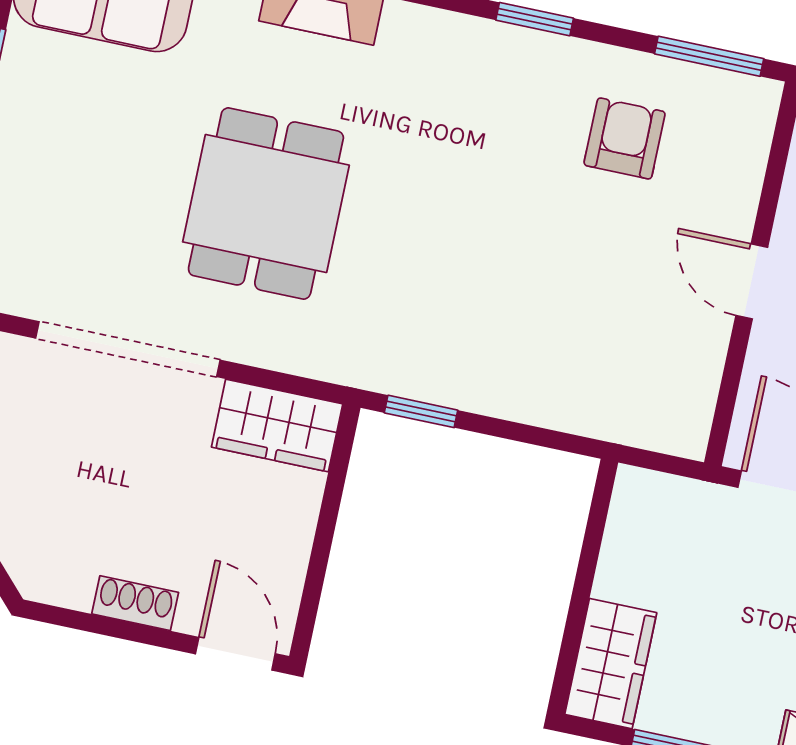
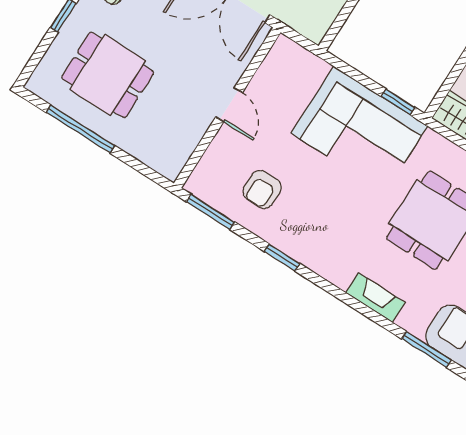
corner sofa: (477, 328) -> (359, 130), added

